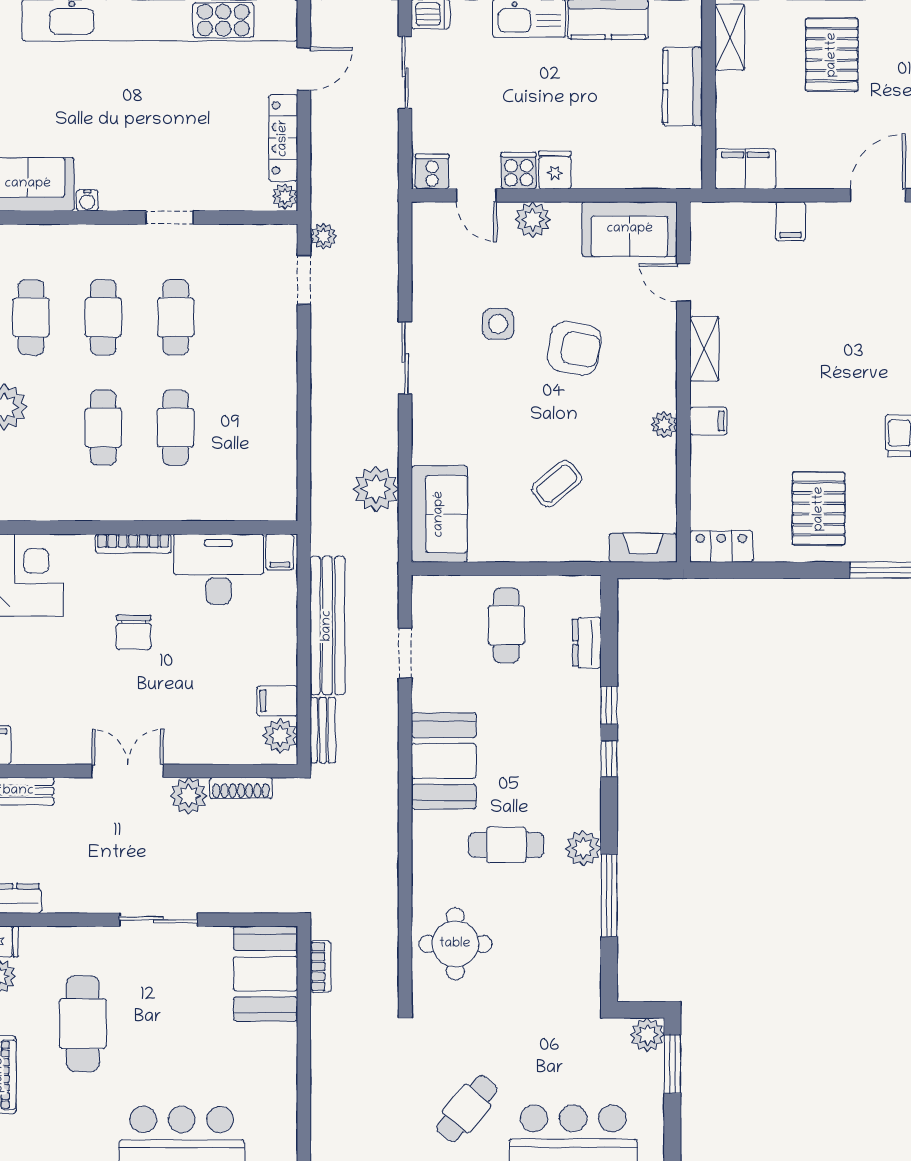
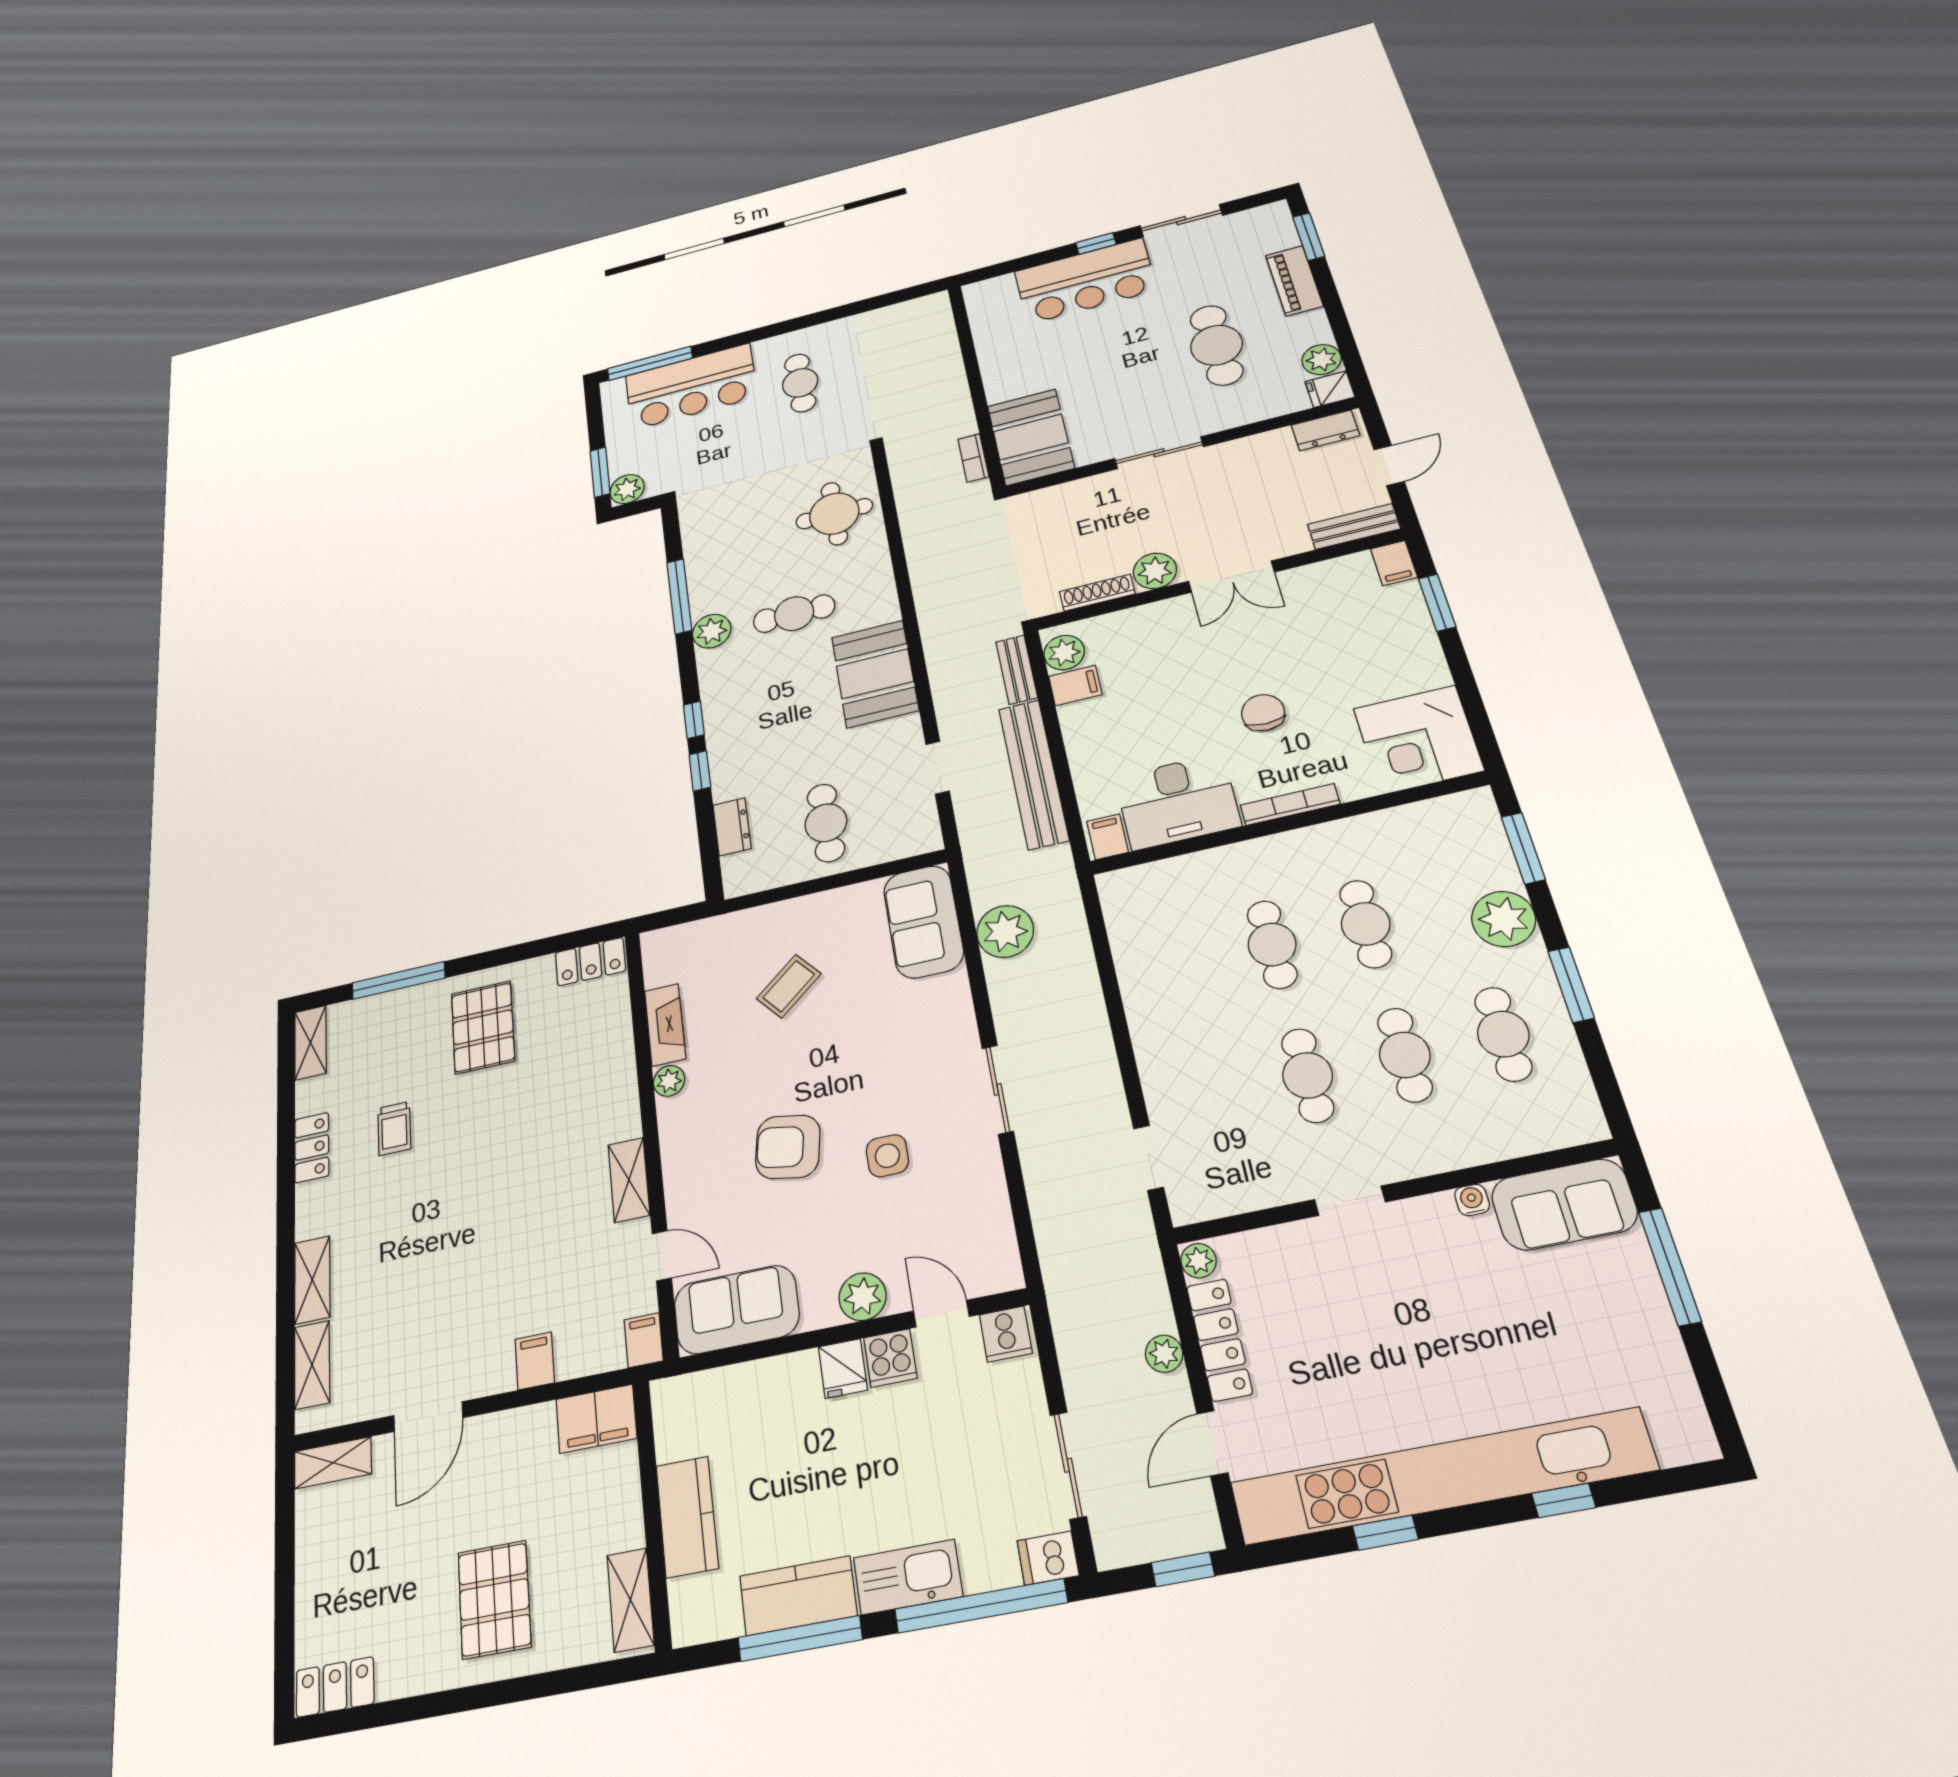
plant: (323, 236) -> (1164, 1354), moved
filing cabinet: (708, 421) -> (644, 1340), moved, turned 90
fireplace: (643, 548) -> (665, 1025), moved, turned -90
cafe table: (467, 1109) -> (800, 383), turned -40

